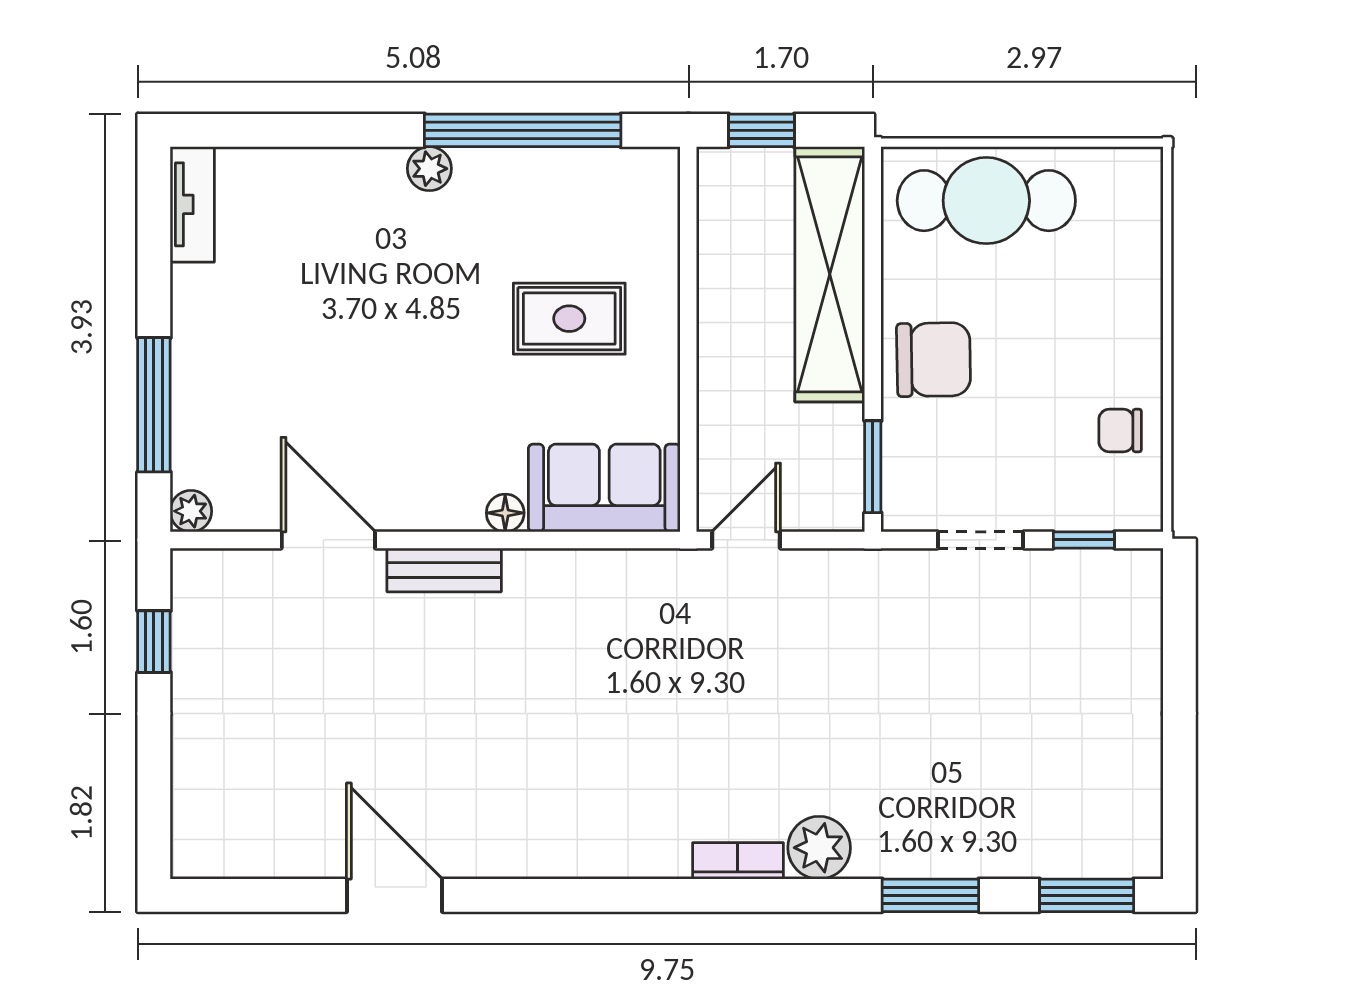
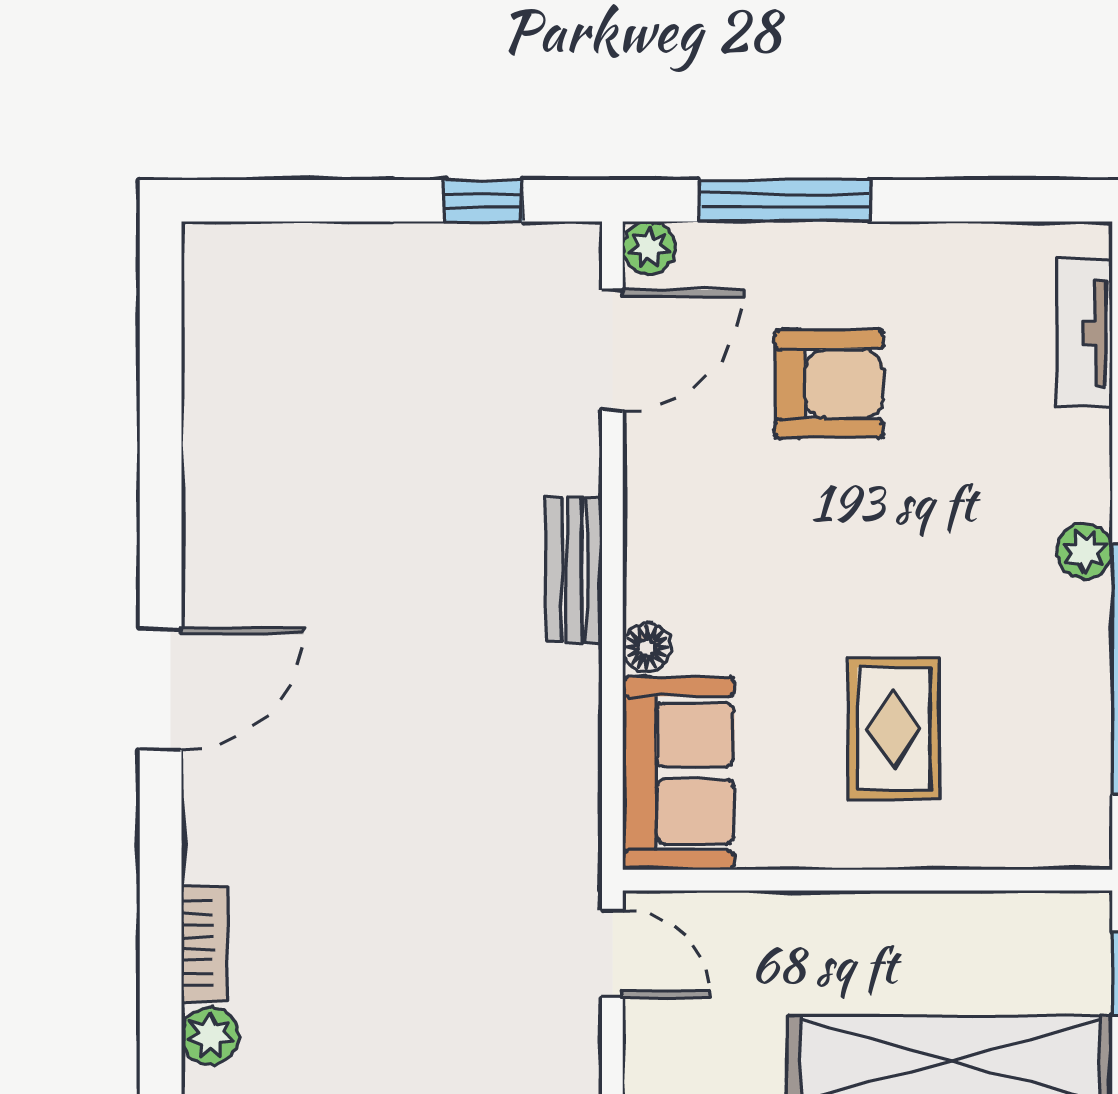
tv unit: (192, 204) -> (1084, 333), moved, turned 90
armchair: (298, 370) -> (829, 384), added
door: (328, 540) -> (612, 350), moved
plant: (819, 848) -> (210, 1036), width x0.73, depth x0.73
door: (395, 895) -> (161, 689), moved

